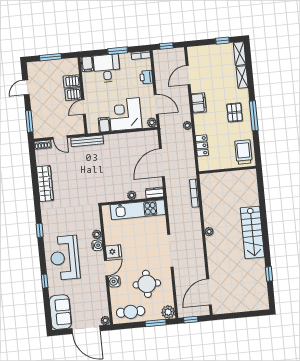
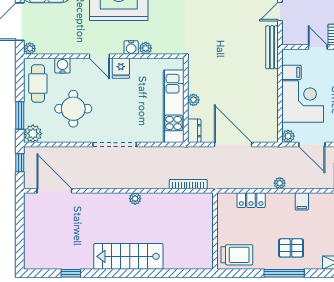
filing cabinet: (199, 103) -> (302, 201), width x0.50
door: (156, 104) -> (312, 144), hinge flipped
water cooler: (114, 281) -> (62, 66), moved

